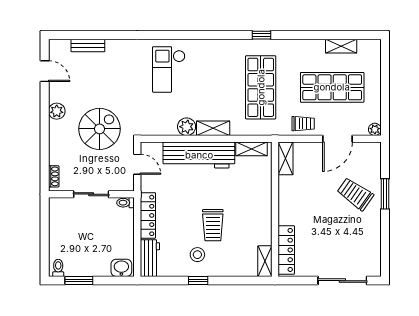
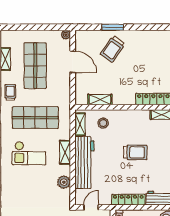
checkout: (169, 69) -> (29, 153), moved
trolley: (303, 124) -> (10, 92), moved
plant: (187, 127) -> (64, 182), moved
shelving: (286, 158) -> (100, 100), moved
stool: (197, 255) -> (103, 123), moved

